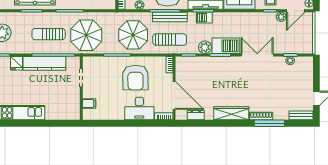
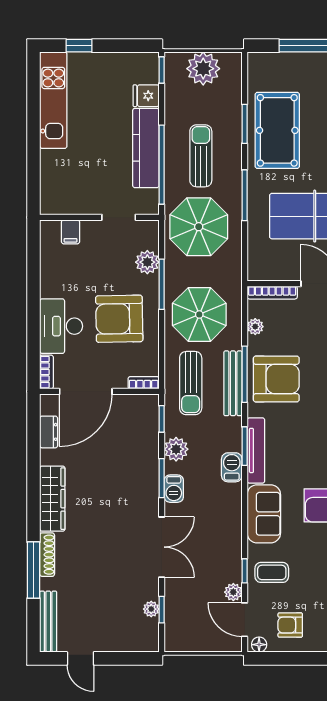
barbecue: (204, 18) -> (232, 467), moved
barbecue: (226, 46) -> (174, 489), width x0.53, depth x0.65
plant: (105, 63) -> (147, 262), added
bench: (301, 115) -> (48, 621), width x1.36

